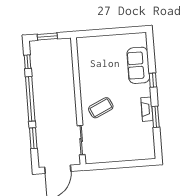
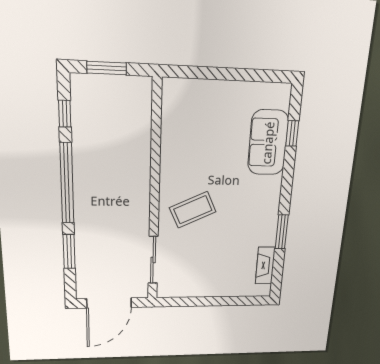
window: (153, 80) -> (292, 133), moved
fireplace: (147, 109) -> (265, 266), moved

